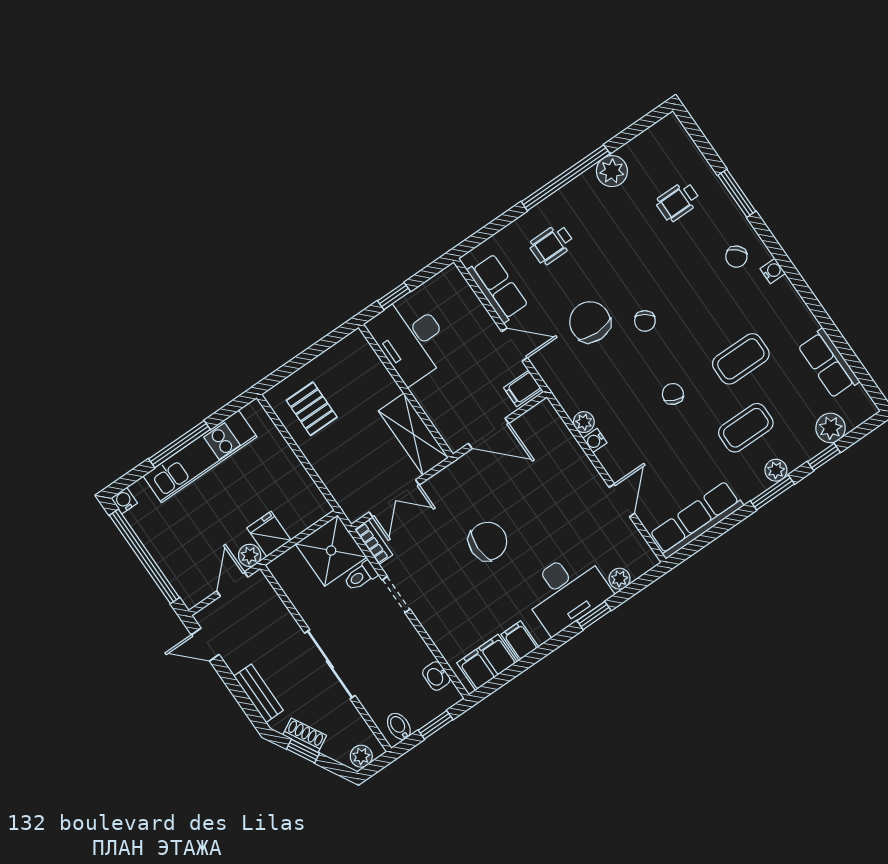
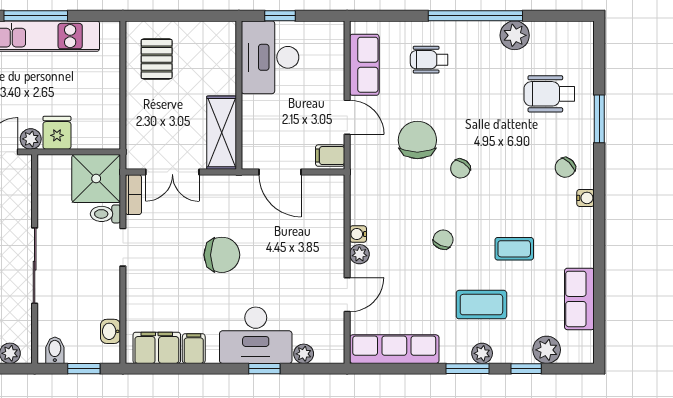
wheelchair: (678, 201) -> (549, 94), width x1.36, depth x1.37
coffee table: (741, 359) -> (514, 249), width x0.73, depth x0.77
plant: (584, 422) -> (359, 254), moved

